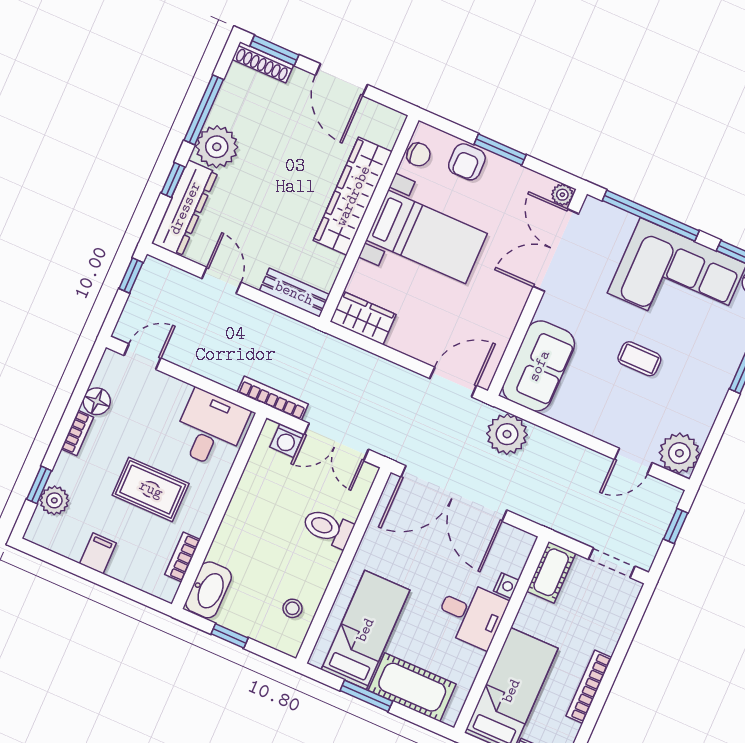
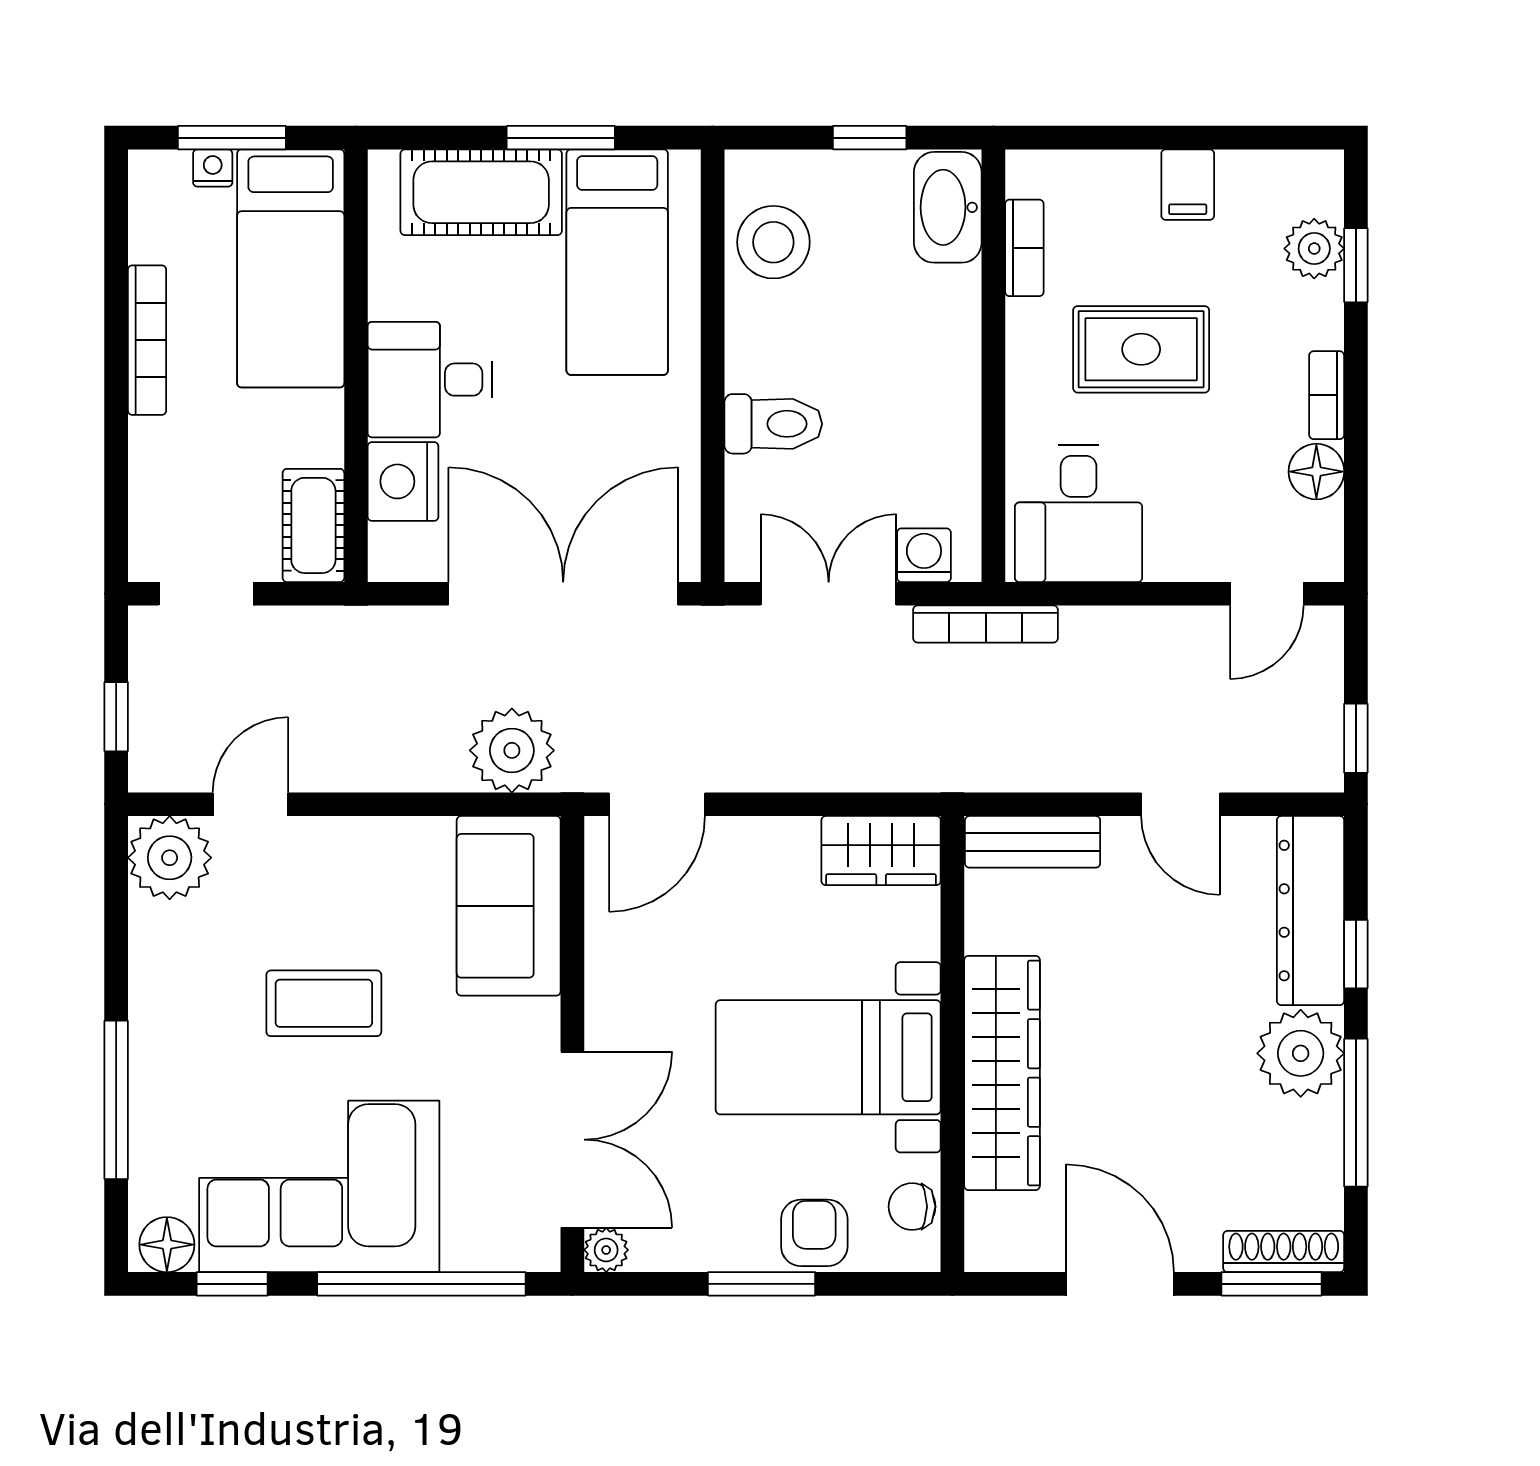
coffee table: (639, 359) -> (324, 1003), width x1.36, depth x1.30
nightstand: (506, 586) -> (403, 481), width x1.89, depth x1.79
stool: (292, 608) -> (773, 242), width x1.89, depth x1.89

